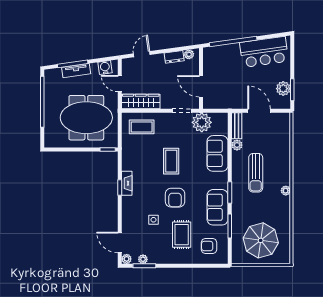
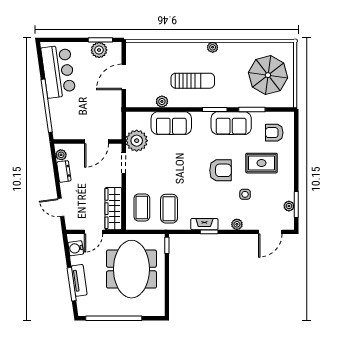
bench: (237, 126) -> (140, 102), removed
coffee table: (171, 161) -> (169, 209), moved, turned 90
armchair: (209, 246) -> (274, 133), turned 90
plant: (127, 259) -> (237, 224), moved

